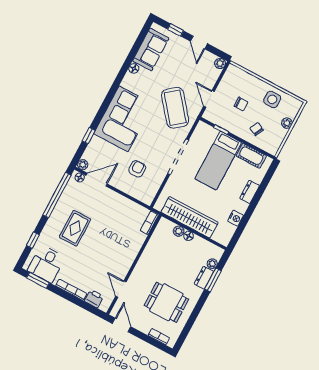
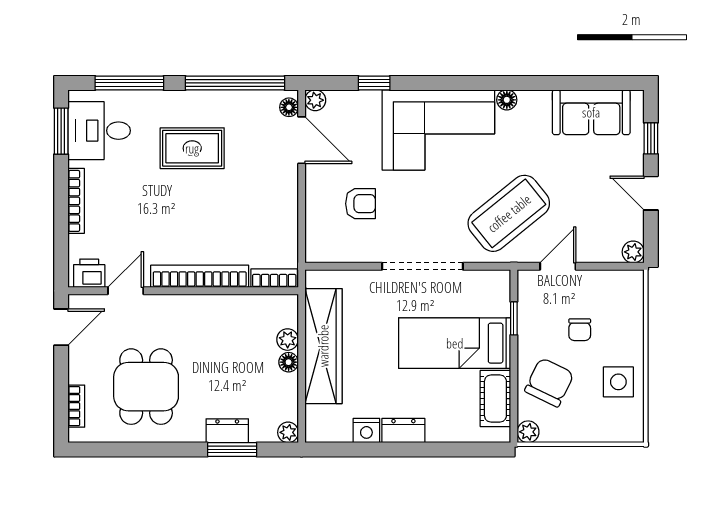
door: (199, 42) -> (651, 193), hinge flipped
floor lamp: (134, 68) -> (507, 100), moved
plant: (287, 123) -> (528, 432), moved
chair: (257, 129) -> (549, 382), width x1.87, depth x1.87
dresser: (250, 192) -> (403, 431), moved
window: (33, 240) -> (129, 83), width x2.17
bookcase: (132, 254) -> (200, 276), added
plant: (212, 264) -> (288, 432), moved
printer: (94, 299) -> (89, 273), moved, turned -90

